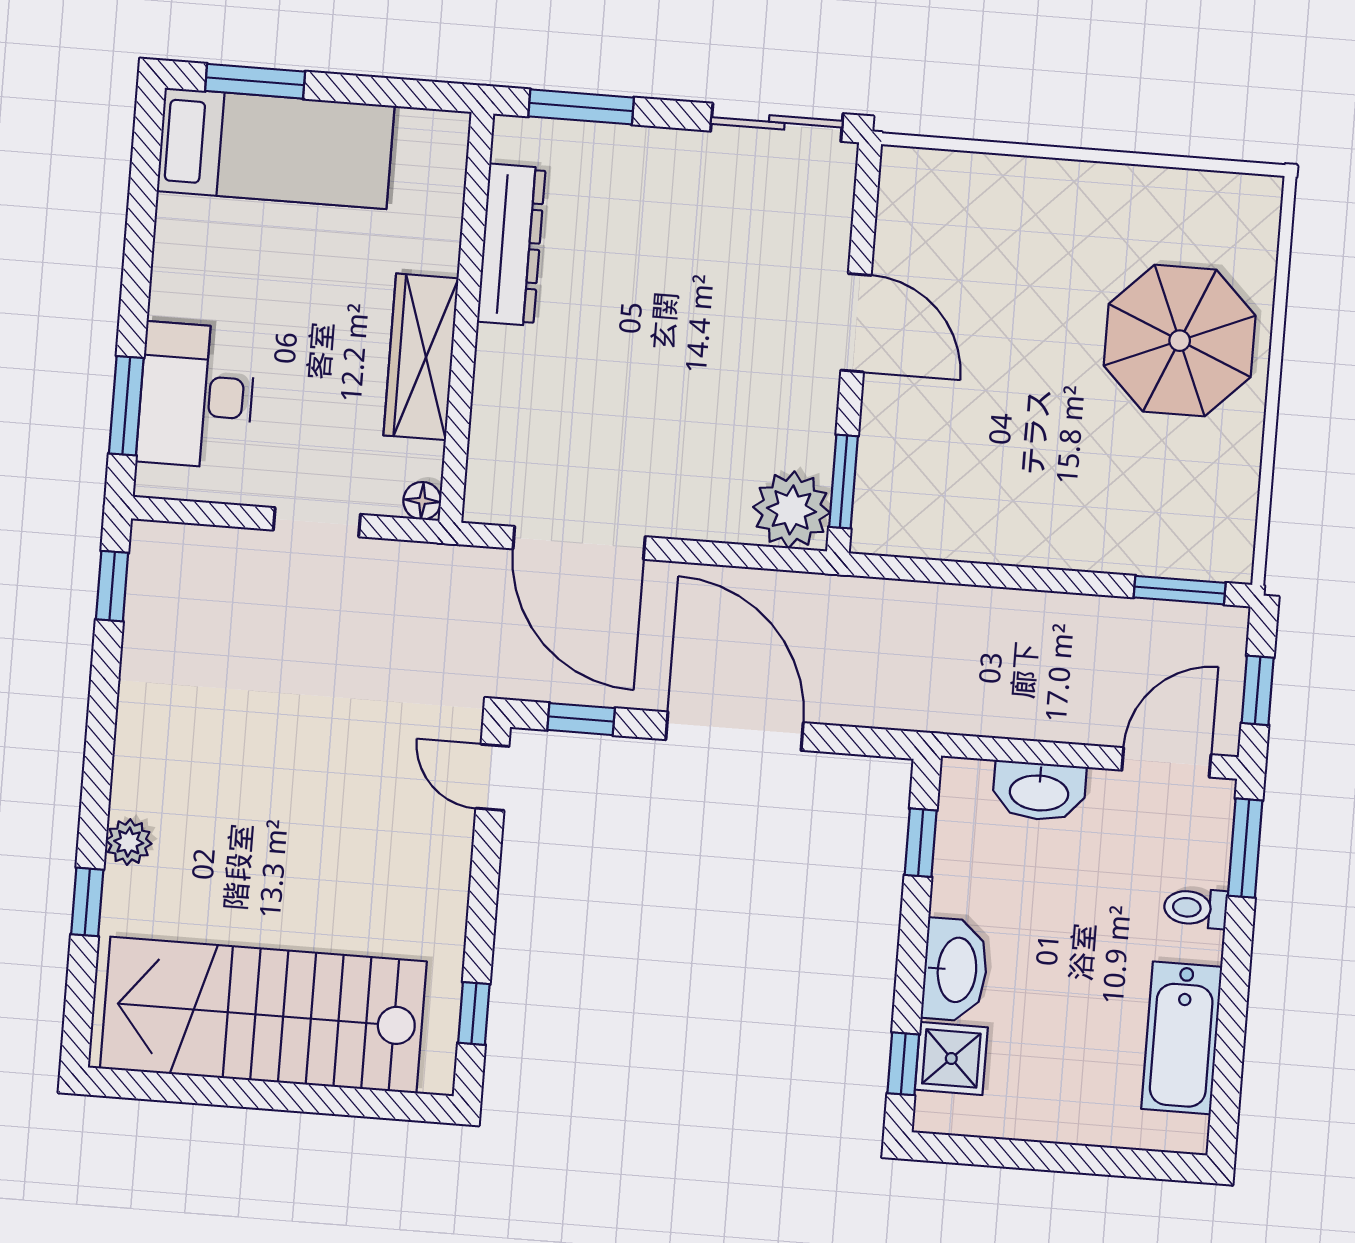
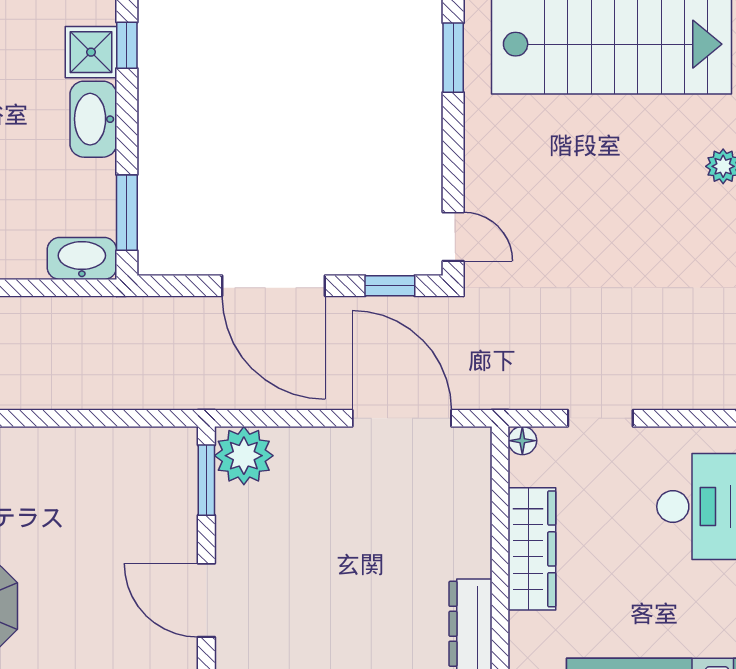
washbasin: (1039, 791) -> (82, 258), moved
window: (921, 843) -> (127, 213), width x1.50
window: (474, 1013) -> (453, 58), width x1.50

